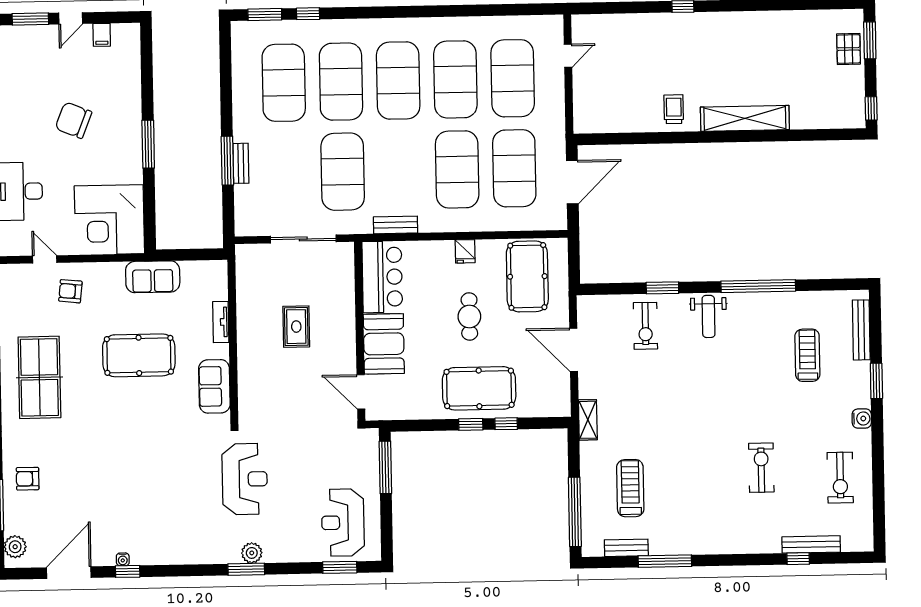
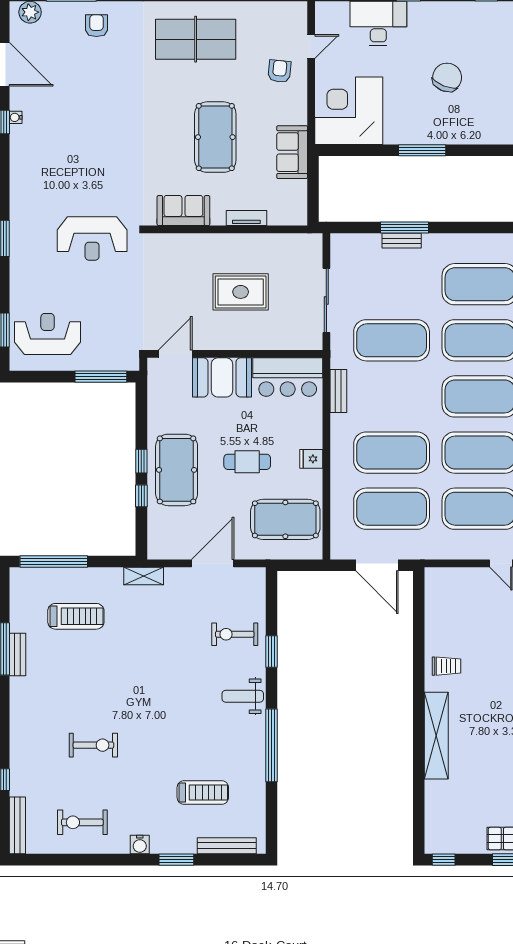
rug: (296, 327) -> (241, 292), width x1.36, depth x1.43
bench: (811, 544) -> (17, 825), moved
bench: (626, 548) -> (17, 654), moved
plant: (252, 553) -> (19, 244), removed

